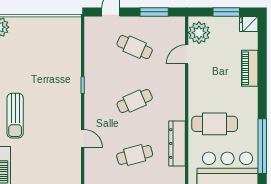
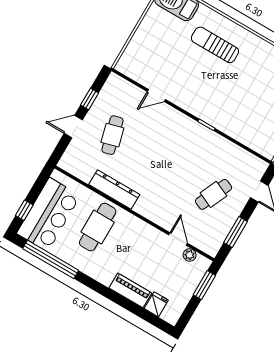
window: (226, 12) -> (204, 285), moved
fridge: (249, 24) -> (156, 304), moved
plant: (199, 33) -> (190, 255), width x0.53, depth x0.53
cafe table: (135, 101) -> (163, 165), removed
dresser: (177, 144) -> (114, 190), moved

